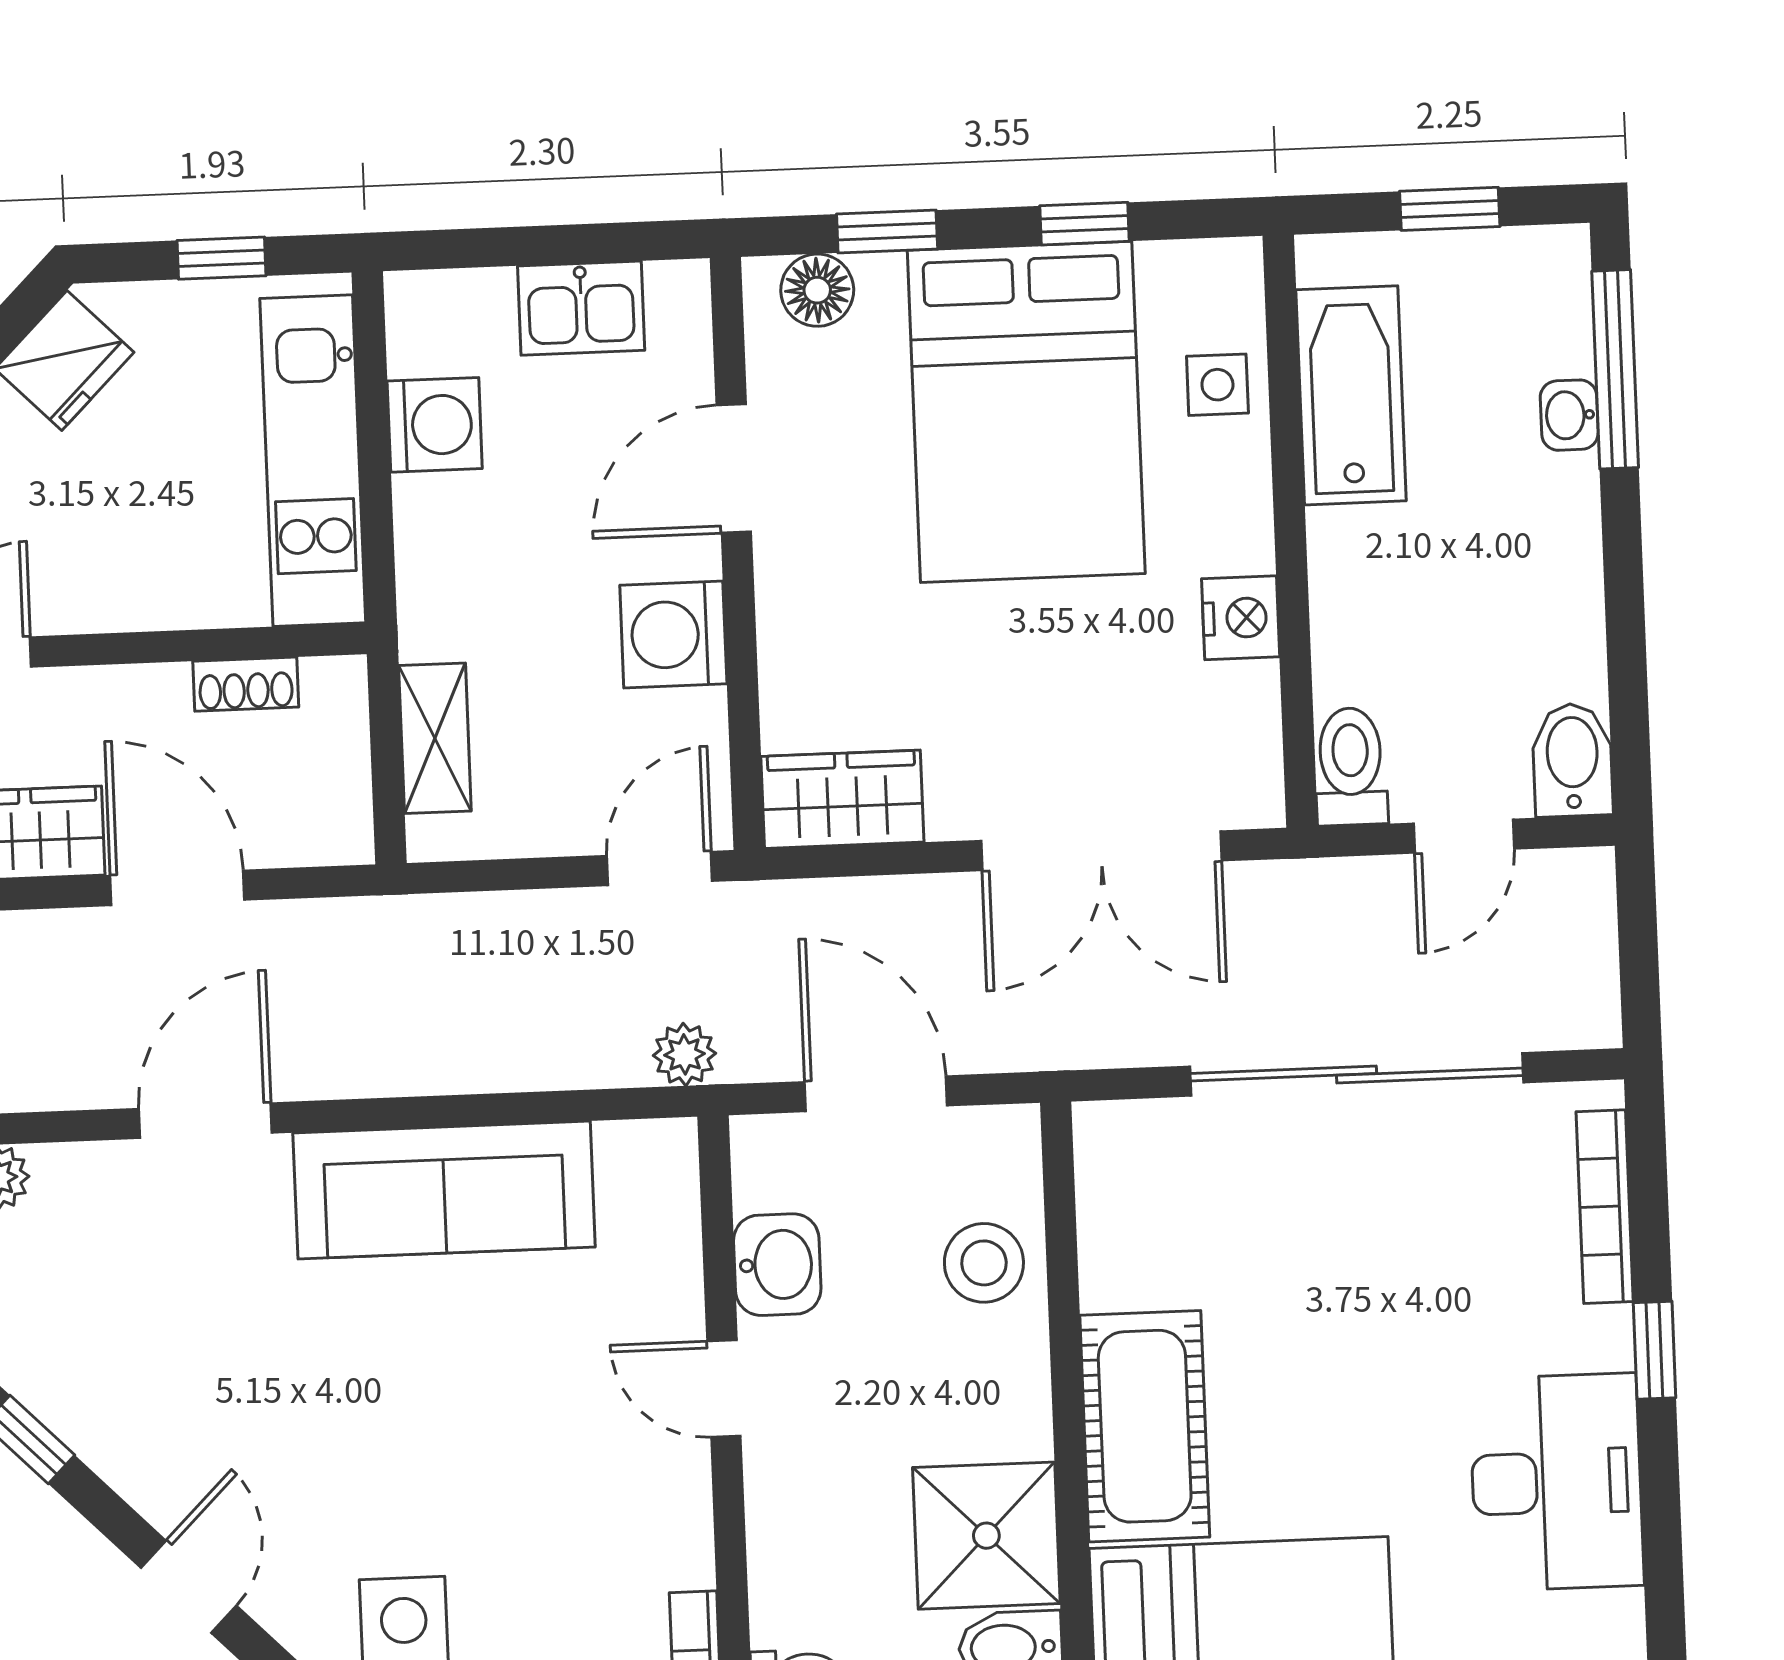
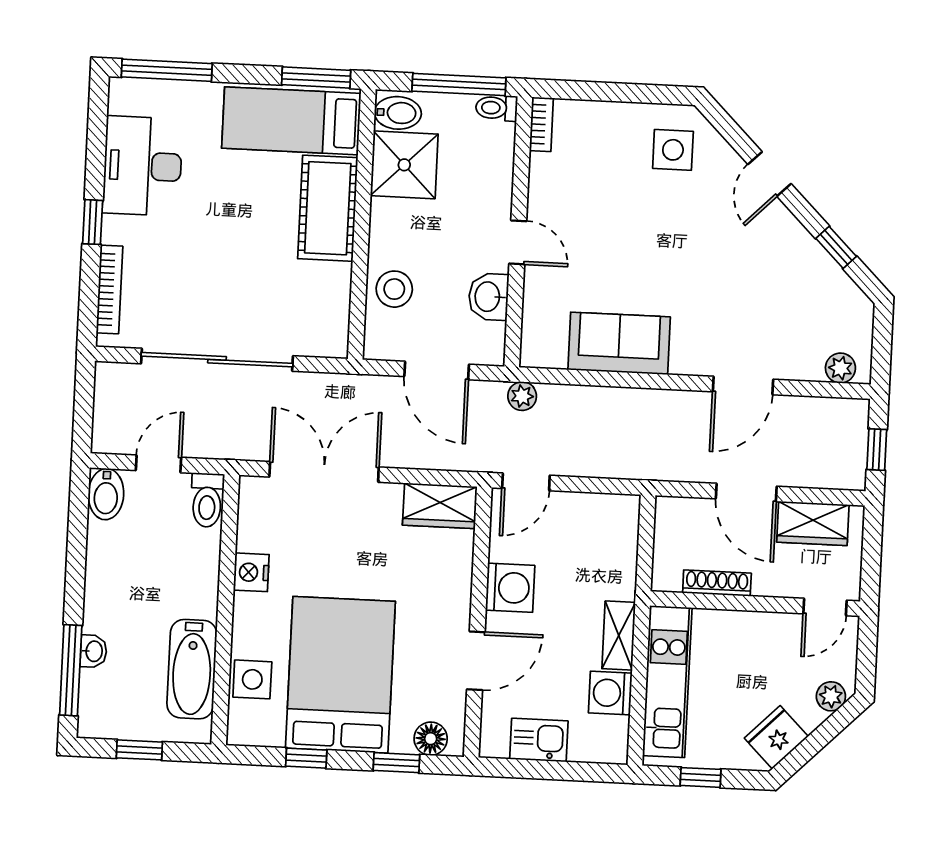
side table: (1217, 385) -> (252, 679), width x1.37, depth x1.37
shoe rack: (246, 684) -> (717, 583), width x1.43
shelving: (435, 738) -> (619, 636), moved
sofa: (444, 1190) -> (619, 343), width x0.73

